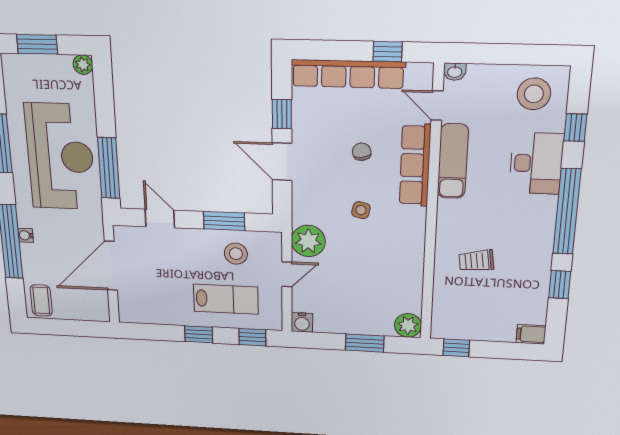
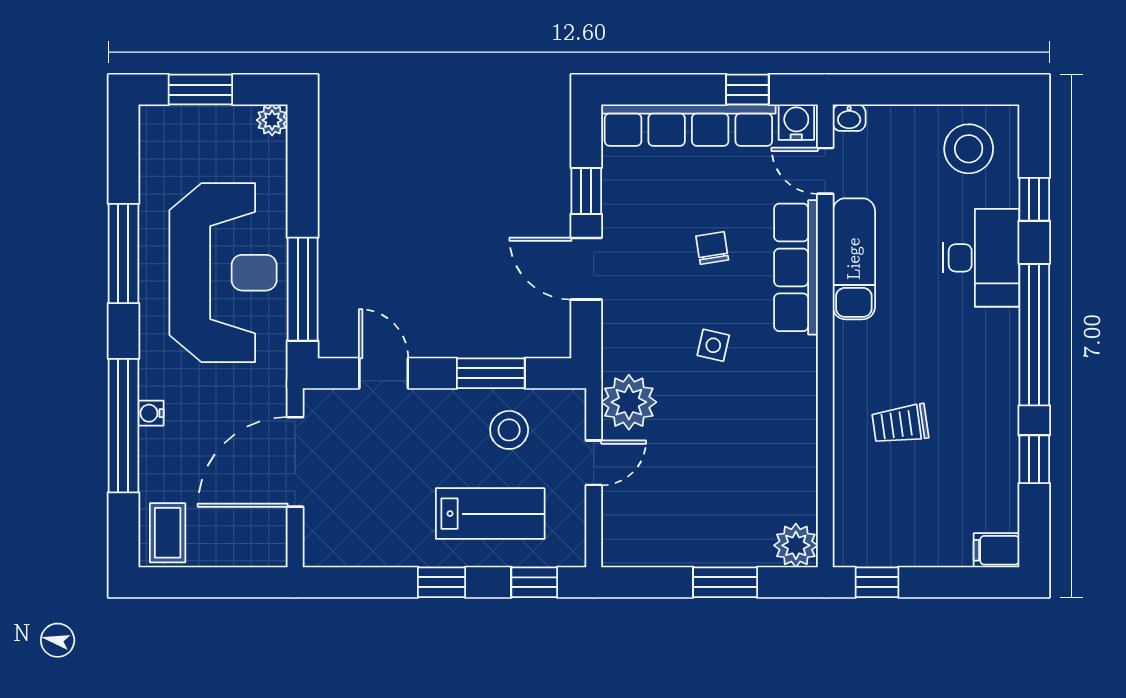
water cooler: (302, 322) -> (796, 122), moved, turned 180

